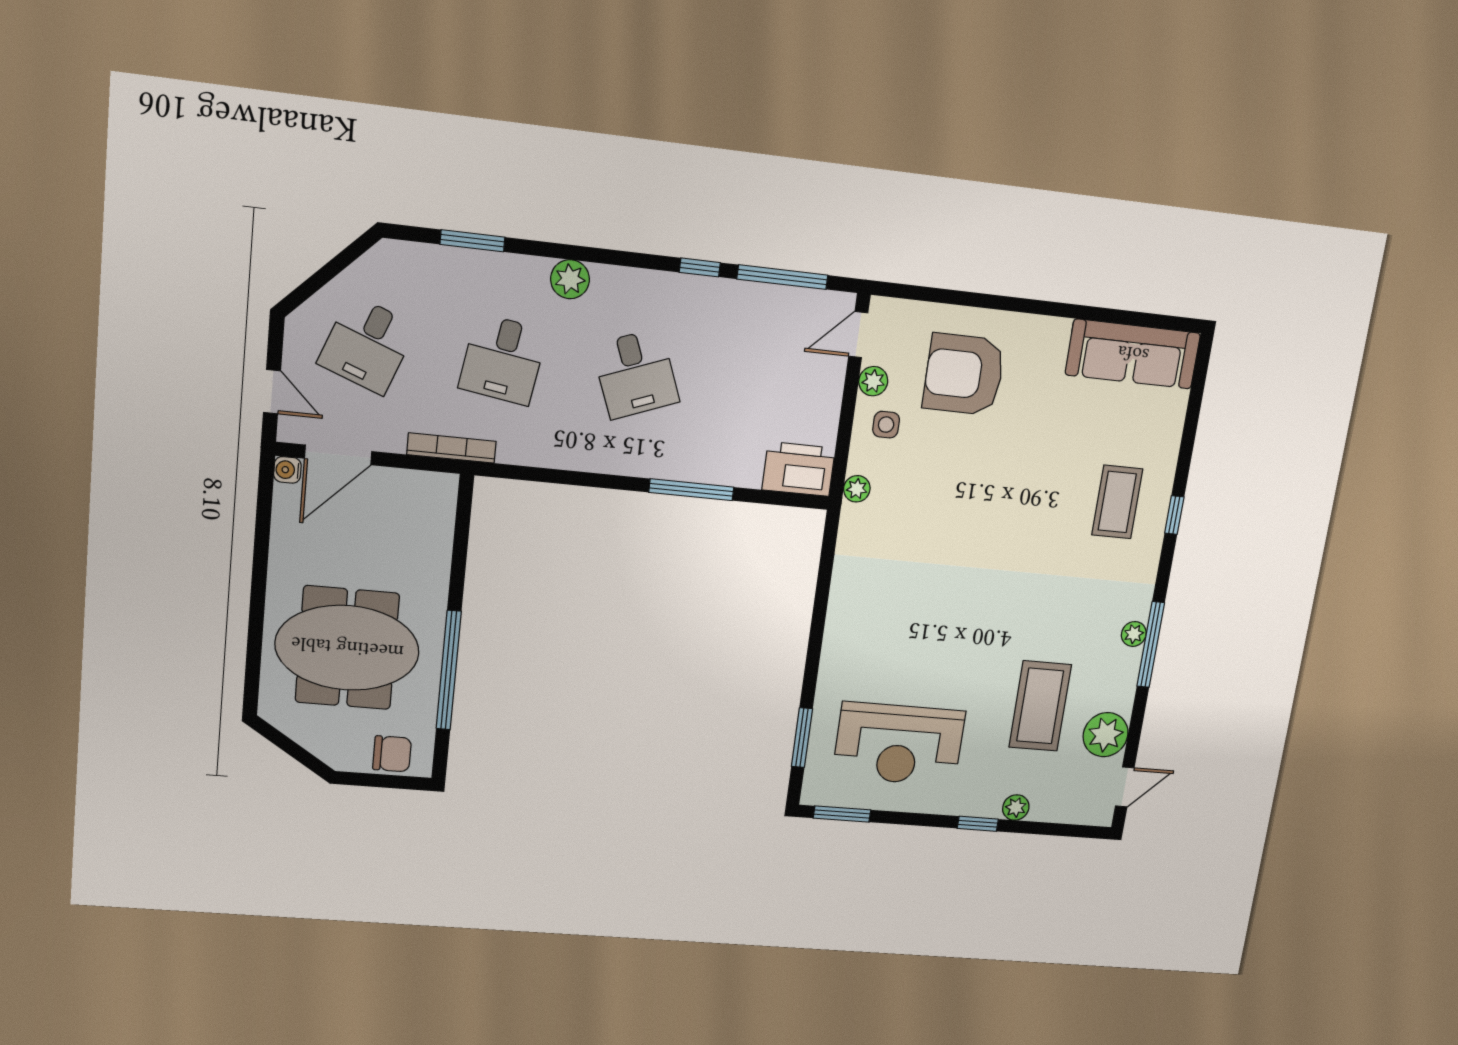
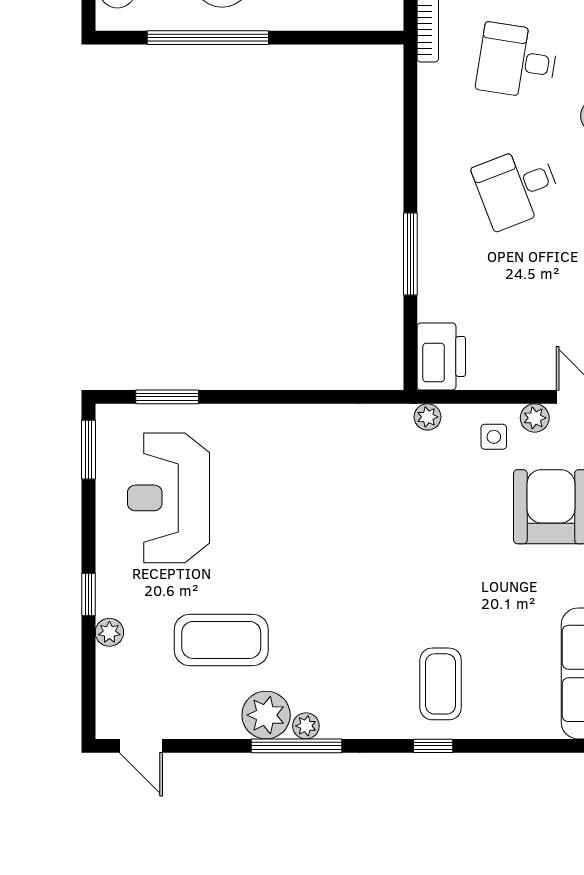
coffee table: (1117, 502) -> (441, 684), turned 90
plant: (1106, 735) -> (266, 715), moved

